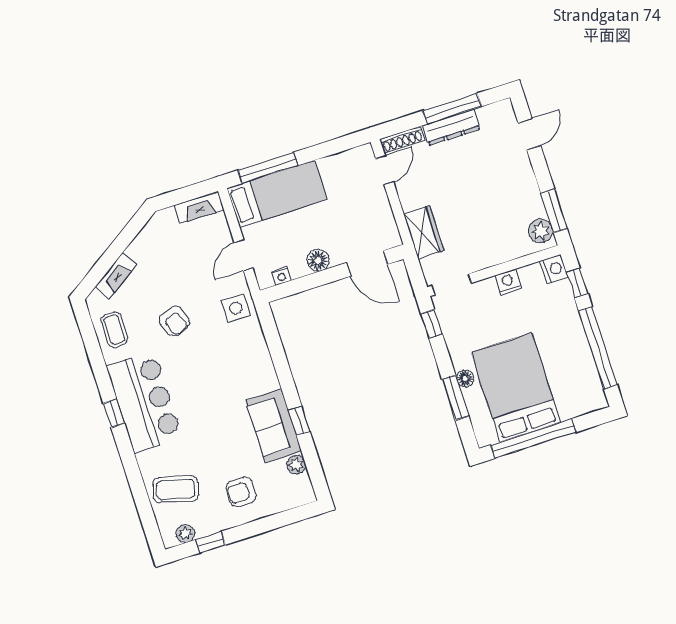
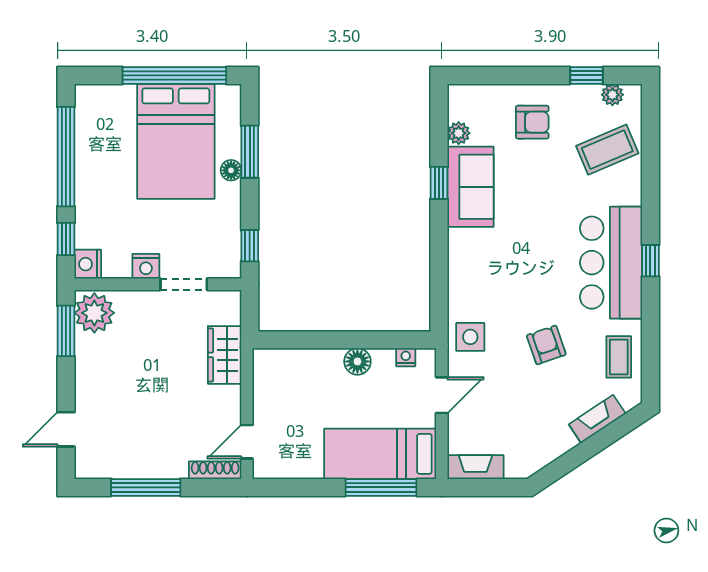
dresser: (451, 127) -> (154, 466), removed
plant: (541, 231) -> (94, 313), width x1.36, depth x1.36
door: (367, 263) -> (302, 340), removed
doorway: (452, 284) -> (184, 284), moved
coffee table: (176, 489) -> (607, 150), turned -38

